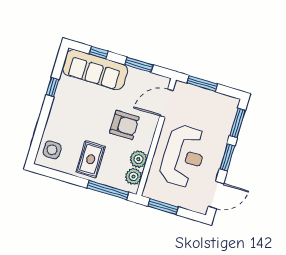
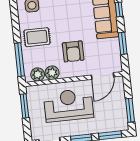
window: (202, 83) -> (130, 110), moved
door: (166, 103) -> (103, 76), swing flipped
reception desk: (183, 156) -> (69, 105), turned 180

